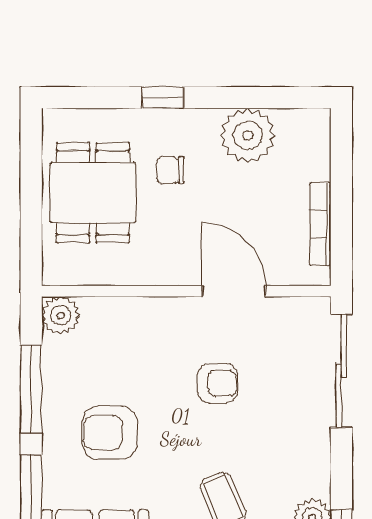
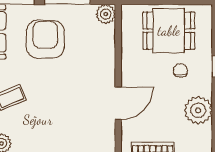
armchair: (217, 383) -> (71, 95), removed
armchair: (110, 433) -> (45, 39), width x1.36, depth x1.36

